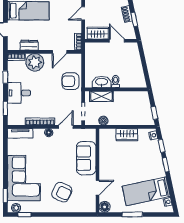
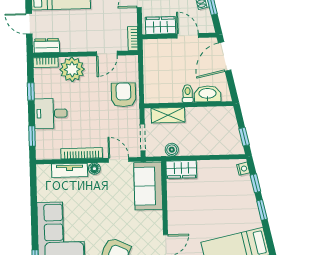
dresser: (29, 45) -> (47, 46), moved
door: (142, 56) -> (225, 56), added
armchair: (70, 81) -> (124, 95), turned 90
washbasin: (102, 82) -> (207, 94), moved
door: (66, 127) -> (119, 160), hinge flipped
tv unit: (20, 133) -> (70, 170), moved
wardrobe: (127, 135) -> (181, 169), moved
sofa: (86, 158) -> (148, 186), moved

